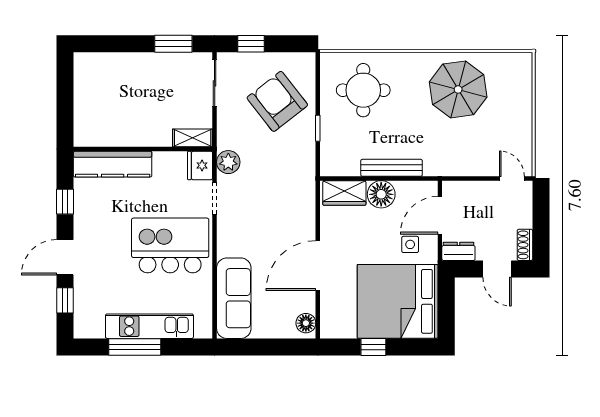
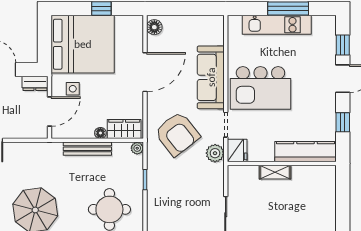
armchair: (277, 101) -> (177, 134), moved
shelving: (193, 138) -> (275, 172), moved
plant: (328, 168) -> (137, 148), added
floor lamp: (381, 194) -> (100, 133), width x0.53, depth x0.53
sofa: (234, 298) -> (211, 77), moved

